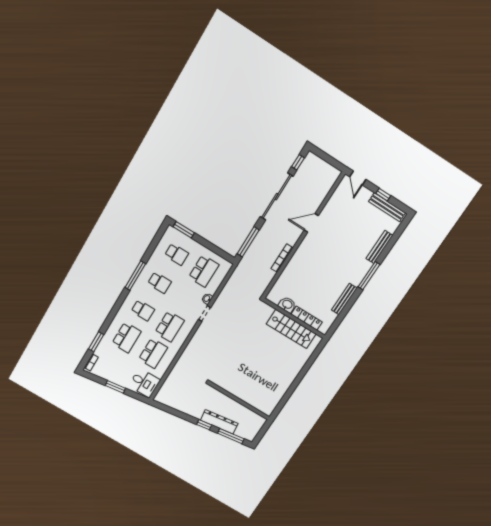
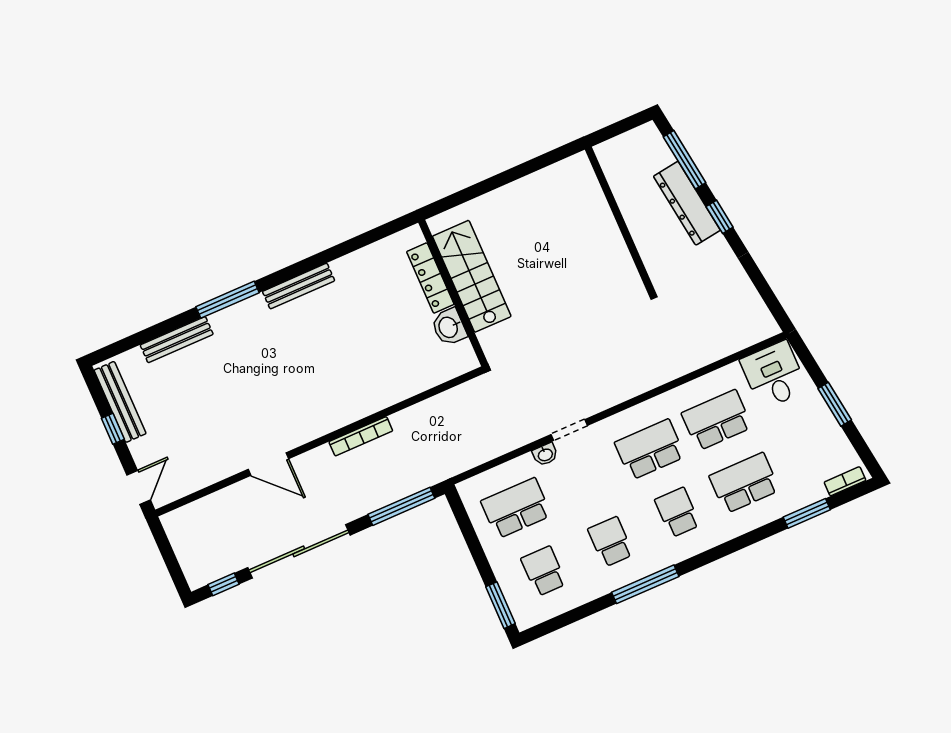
washbasin: (287, 305) -> (449, 327), moved
wall: (294, 318) -> (453, 293), moved
locker: (307, 318) -> (430, 278), moved
stairs: (291, 329) -> (472, 276), moved

